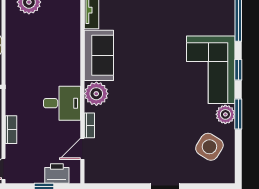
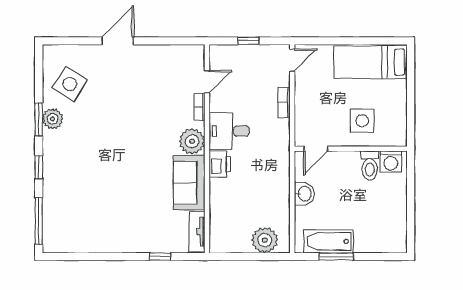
corner sofa: (211, 70) -> (68, 167), removed
printer: (57, 173) -> (220, 164), moved, turned -90

